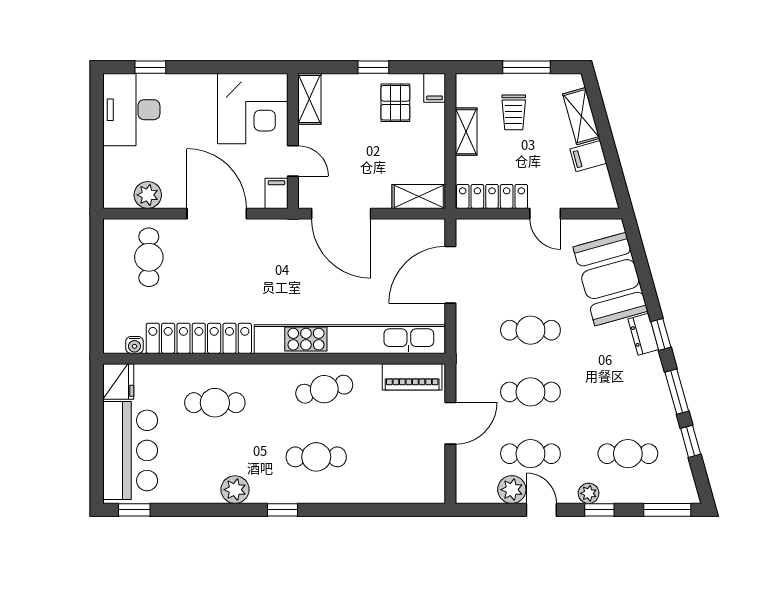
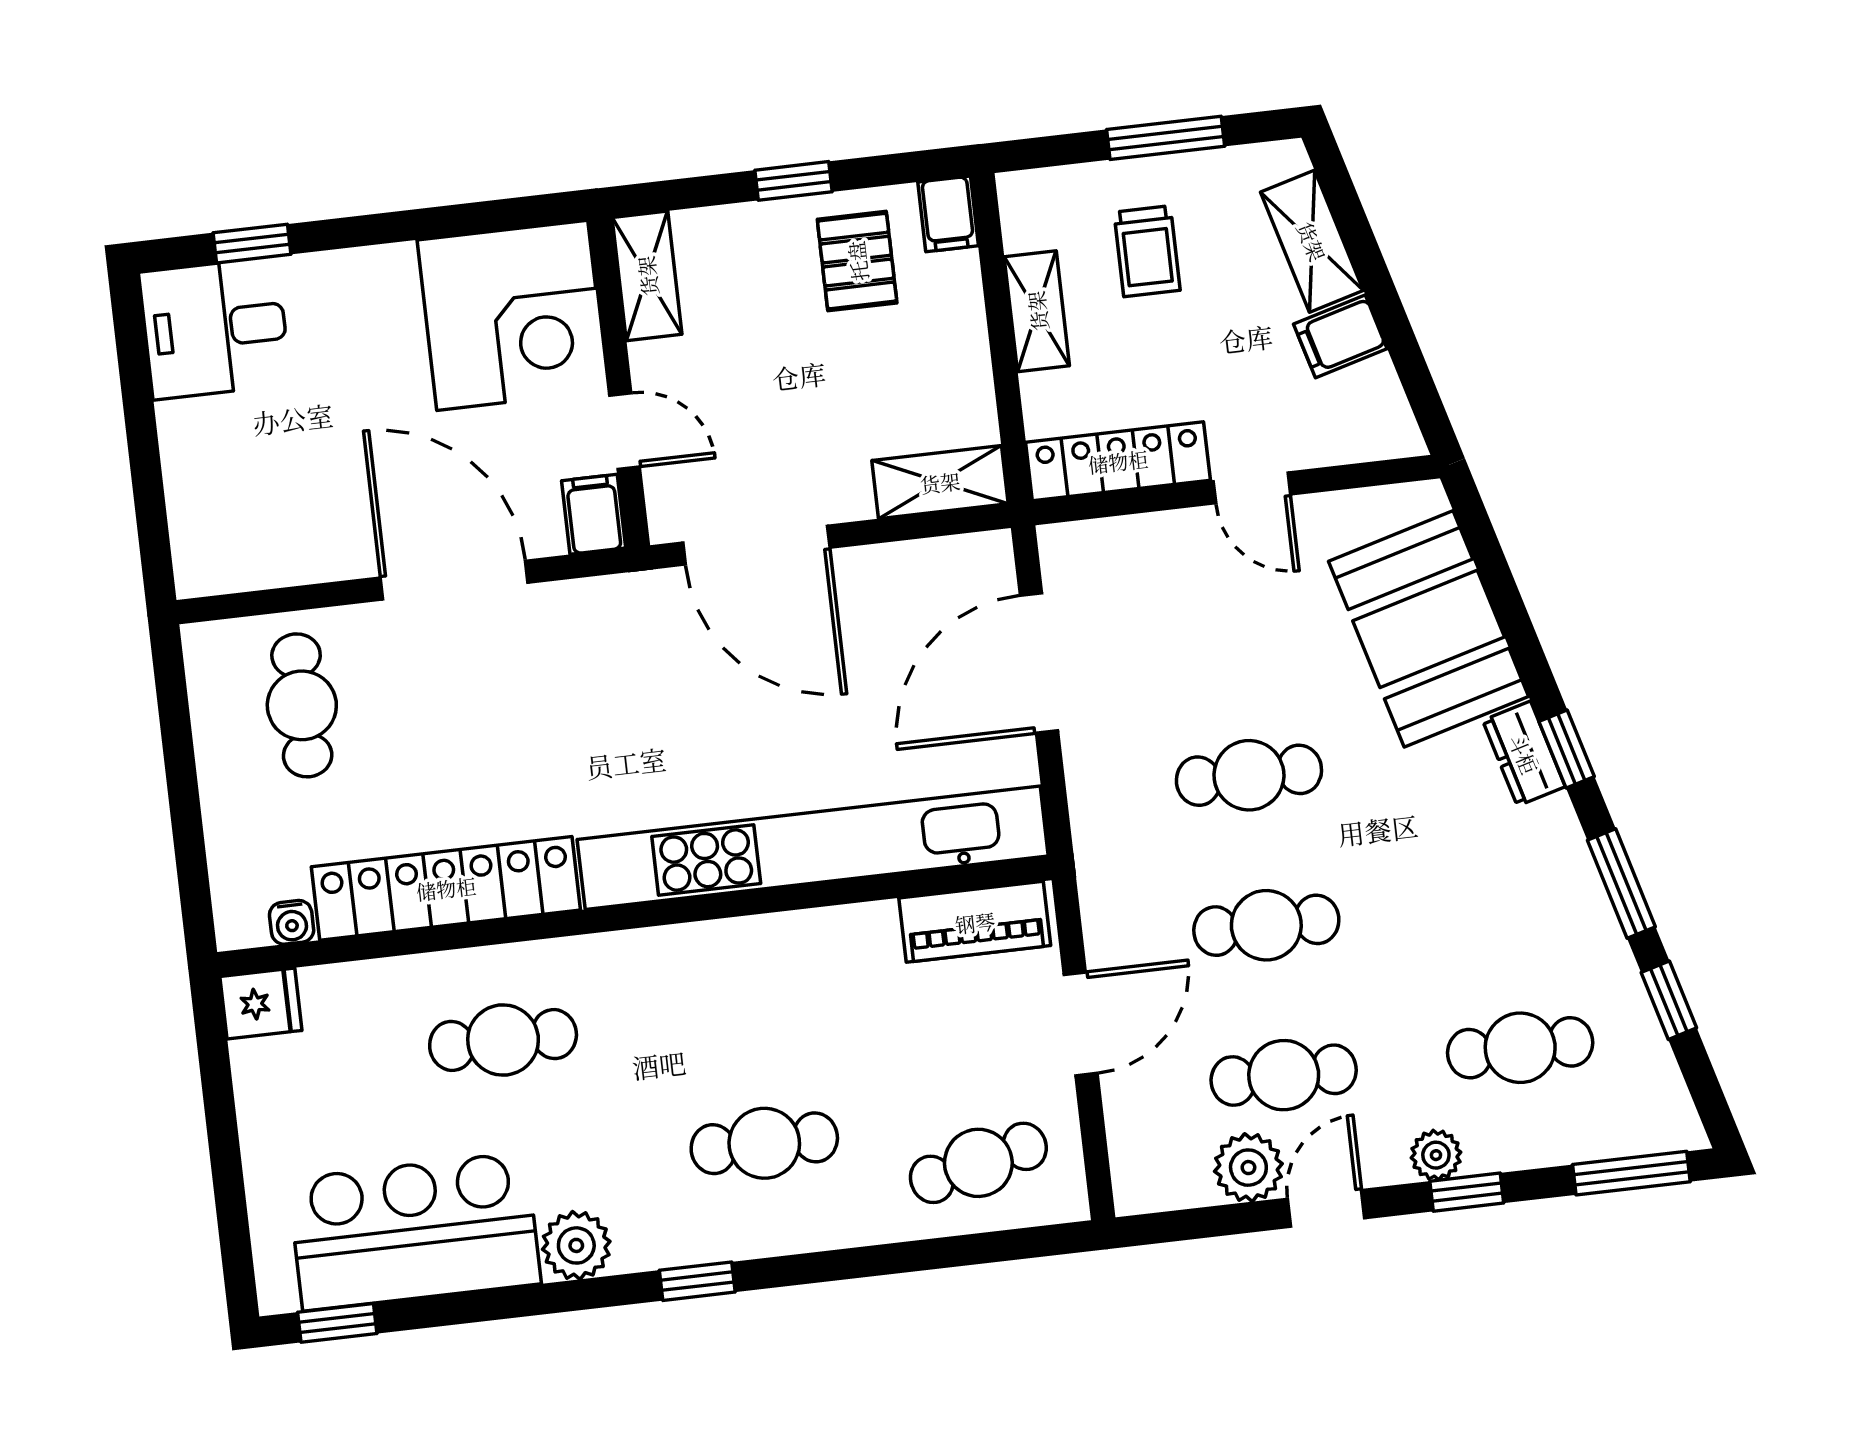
desk: (131, 110) -> (215, 328), width x0.73
plant: (148, 195) -> (282, 554), removed
fridge: (118, 381) -> (261, 1003), width x0.72
cafe table: (324, 389) -> (978, 1163), moved
bar counter: (130, 450) -> (415, 1231), moved, turned -90
door: (541, 510) -> (1326, 1208), hinge flipped

